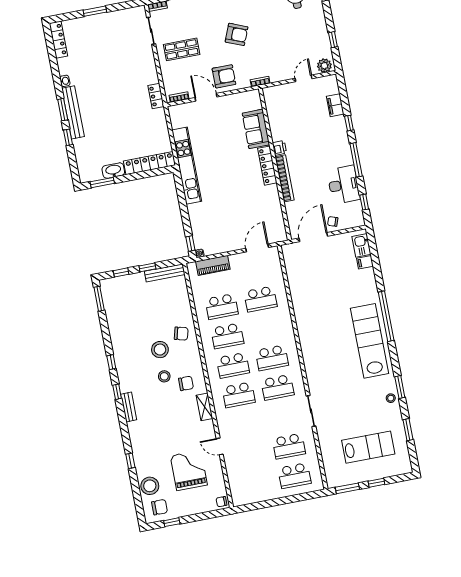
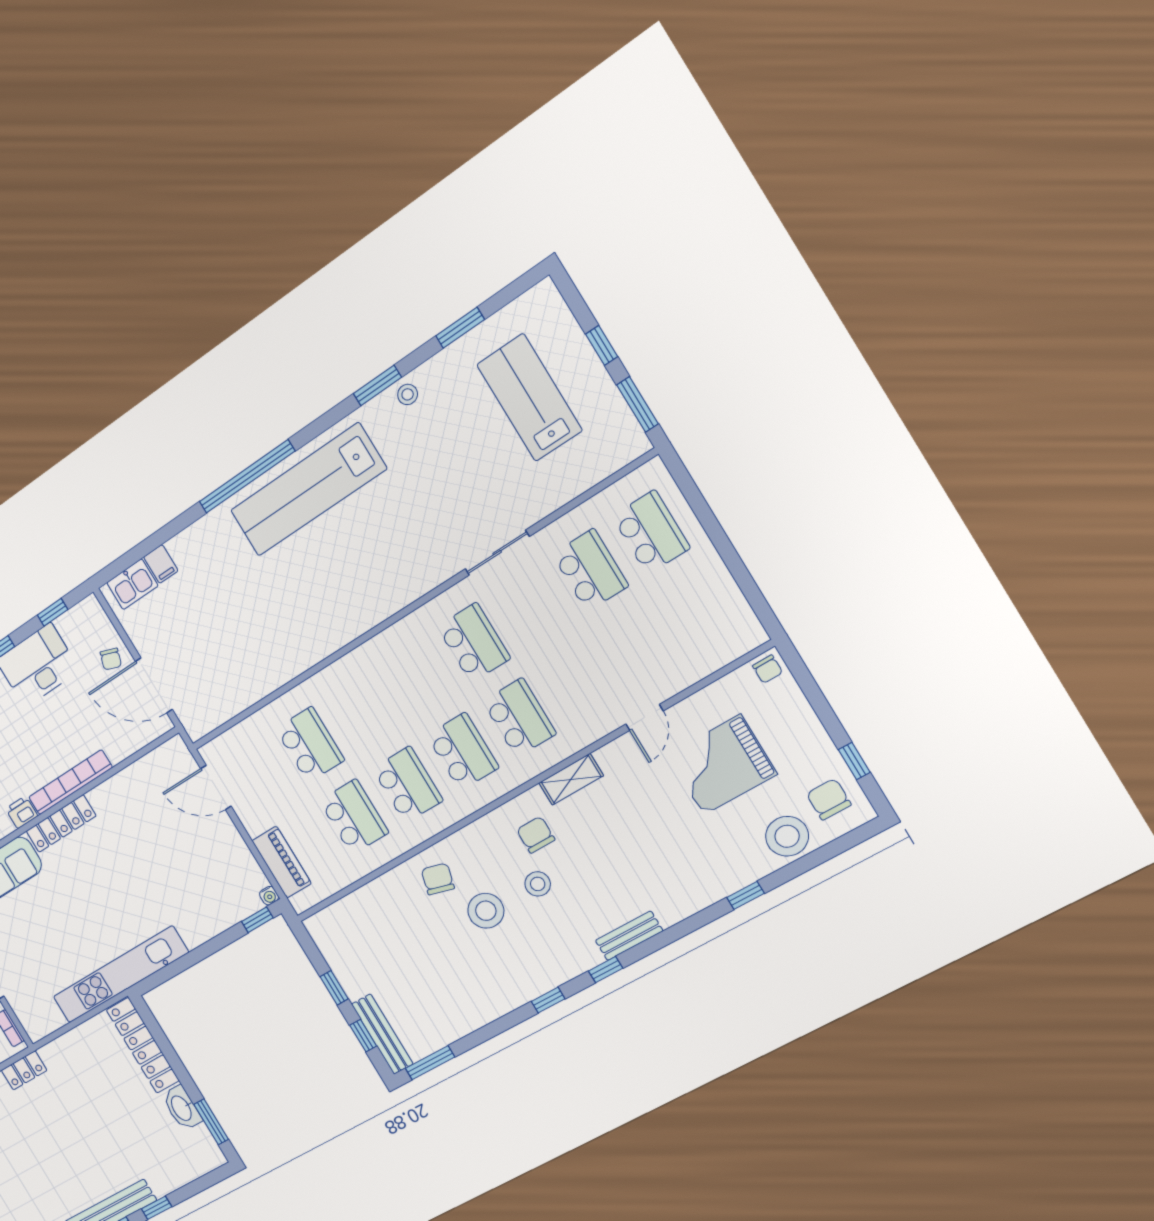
bench: (165, 273) -> (382, 1034), moved
school desk: (272, 358) -> (418, 677), removed

